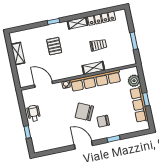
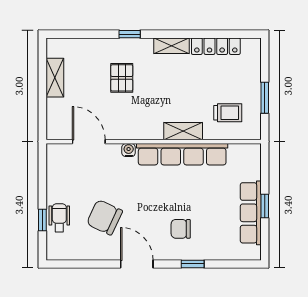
trolley: (98, 45) -> (228, 113), moved
plant: (134, 81) -> (250, 169), removed
chair: (84, 112) -> (105, 217), moved
wheelchair: (34, 113) -> (59, 218), moved

